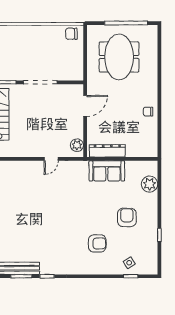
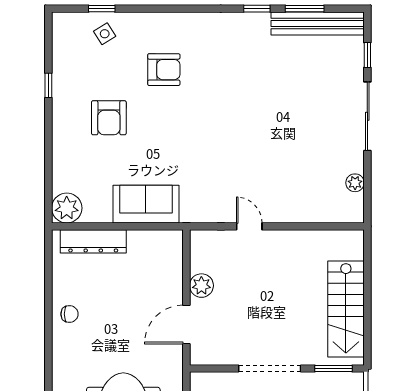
plant: (77, 145) -> (201, 286), moved
dresser: (107, 151) -> (93, 241), moved
door: (51, 159) -> (249, 226), hinge flipped
plant: (150, 184) -> (67, 208), moved
armchair: (97, 243) -> (164, 70), turned 180

